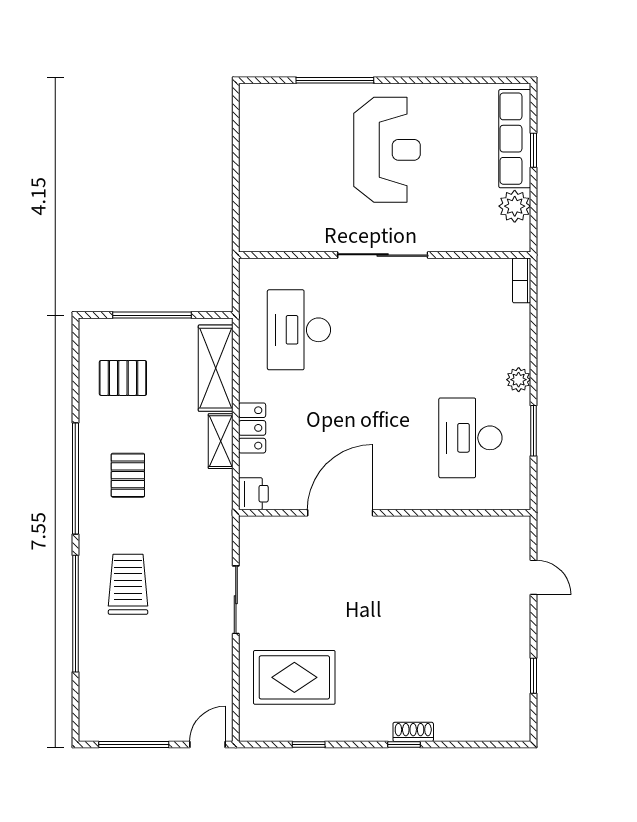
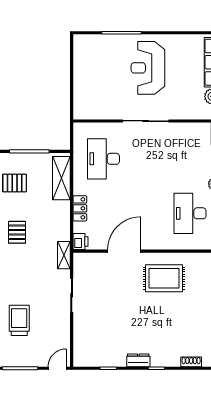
reception desk: (387, 150) -> (148, 68), turned 180
shelving: (221, 441) -> (64, 255), moved
trolley: (128, 584) -> (19, 320), moved
rug: (294, 677) -> (164, 278), moved
dresser: (368, 729) -> (138, 360), added
shoe rack: (413, 732) -> (191, 362), moved

